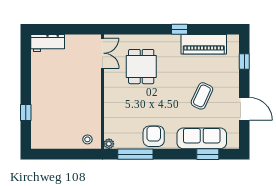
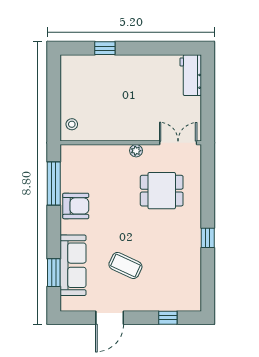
piano: (204, 44) -> (189, 268), removed
double door: (102, 53) -> (178, 143), swing flipped
plant: (109, 144) -> (136, 151), moved

